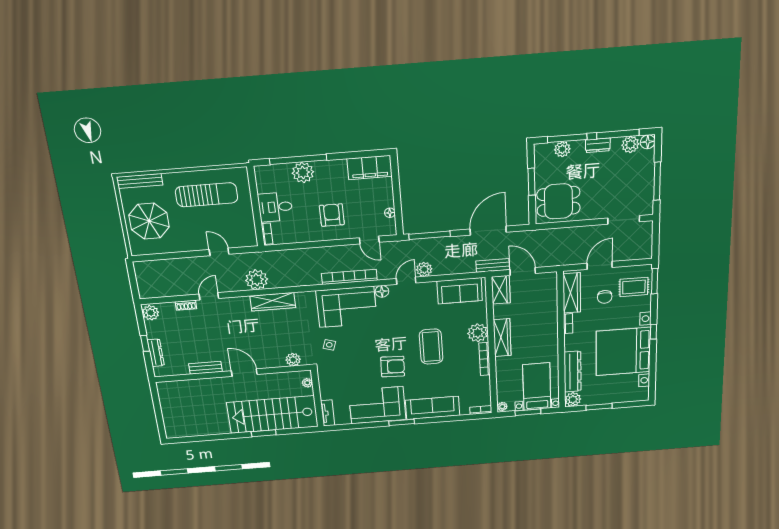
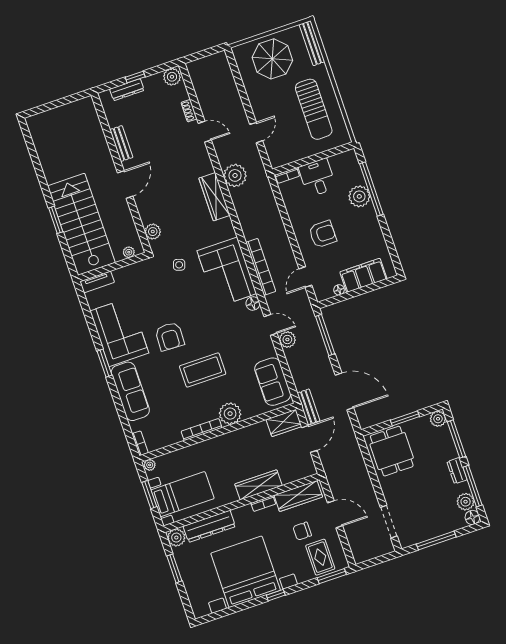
plant: (562, 149) -> (438, 419), moved
filing cabinet: (370, 168) -> (363, 275), moved, turned 90
wardrobe: (502, 338) -> (258, 485), moved, turned 180

